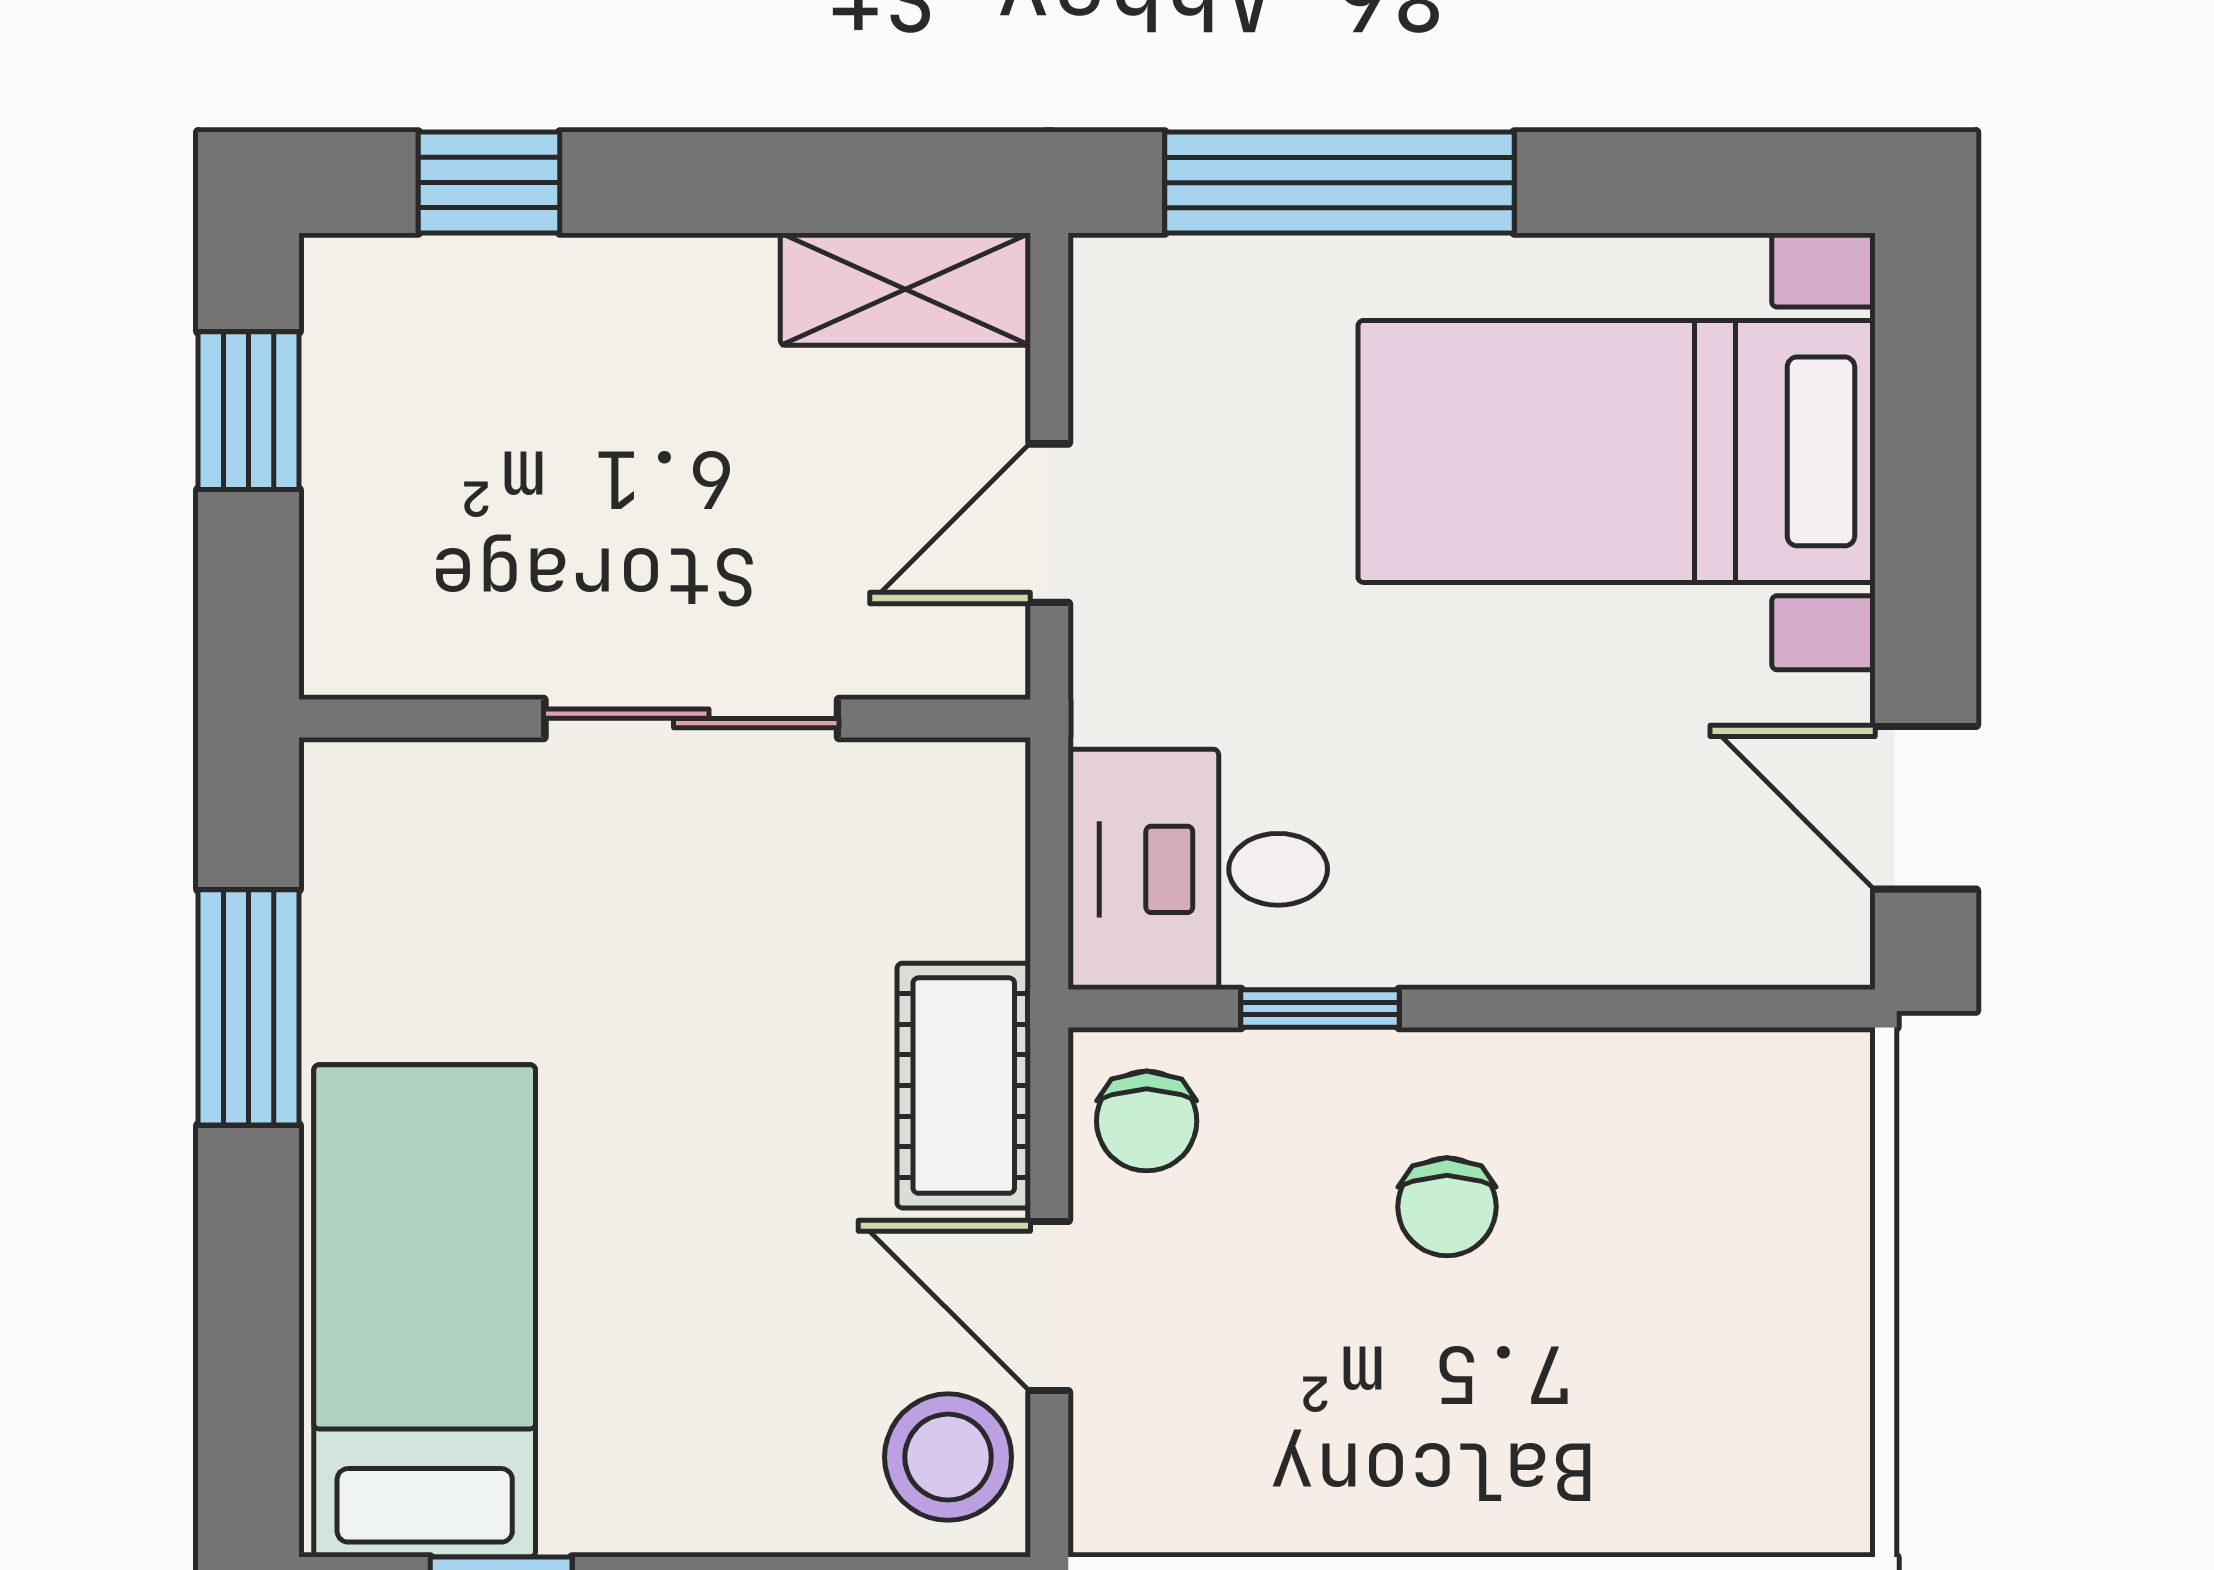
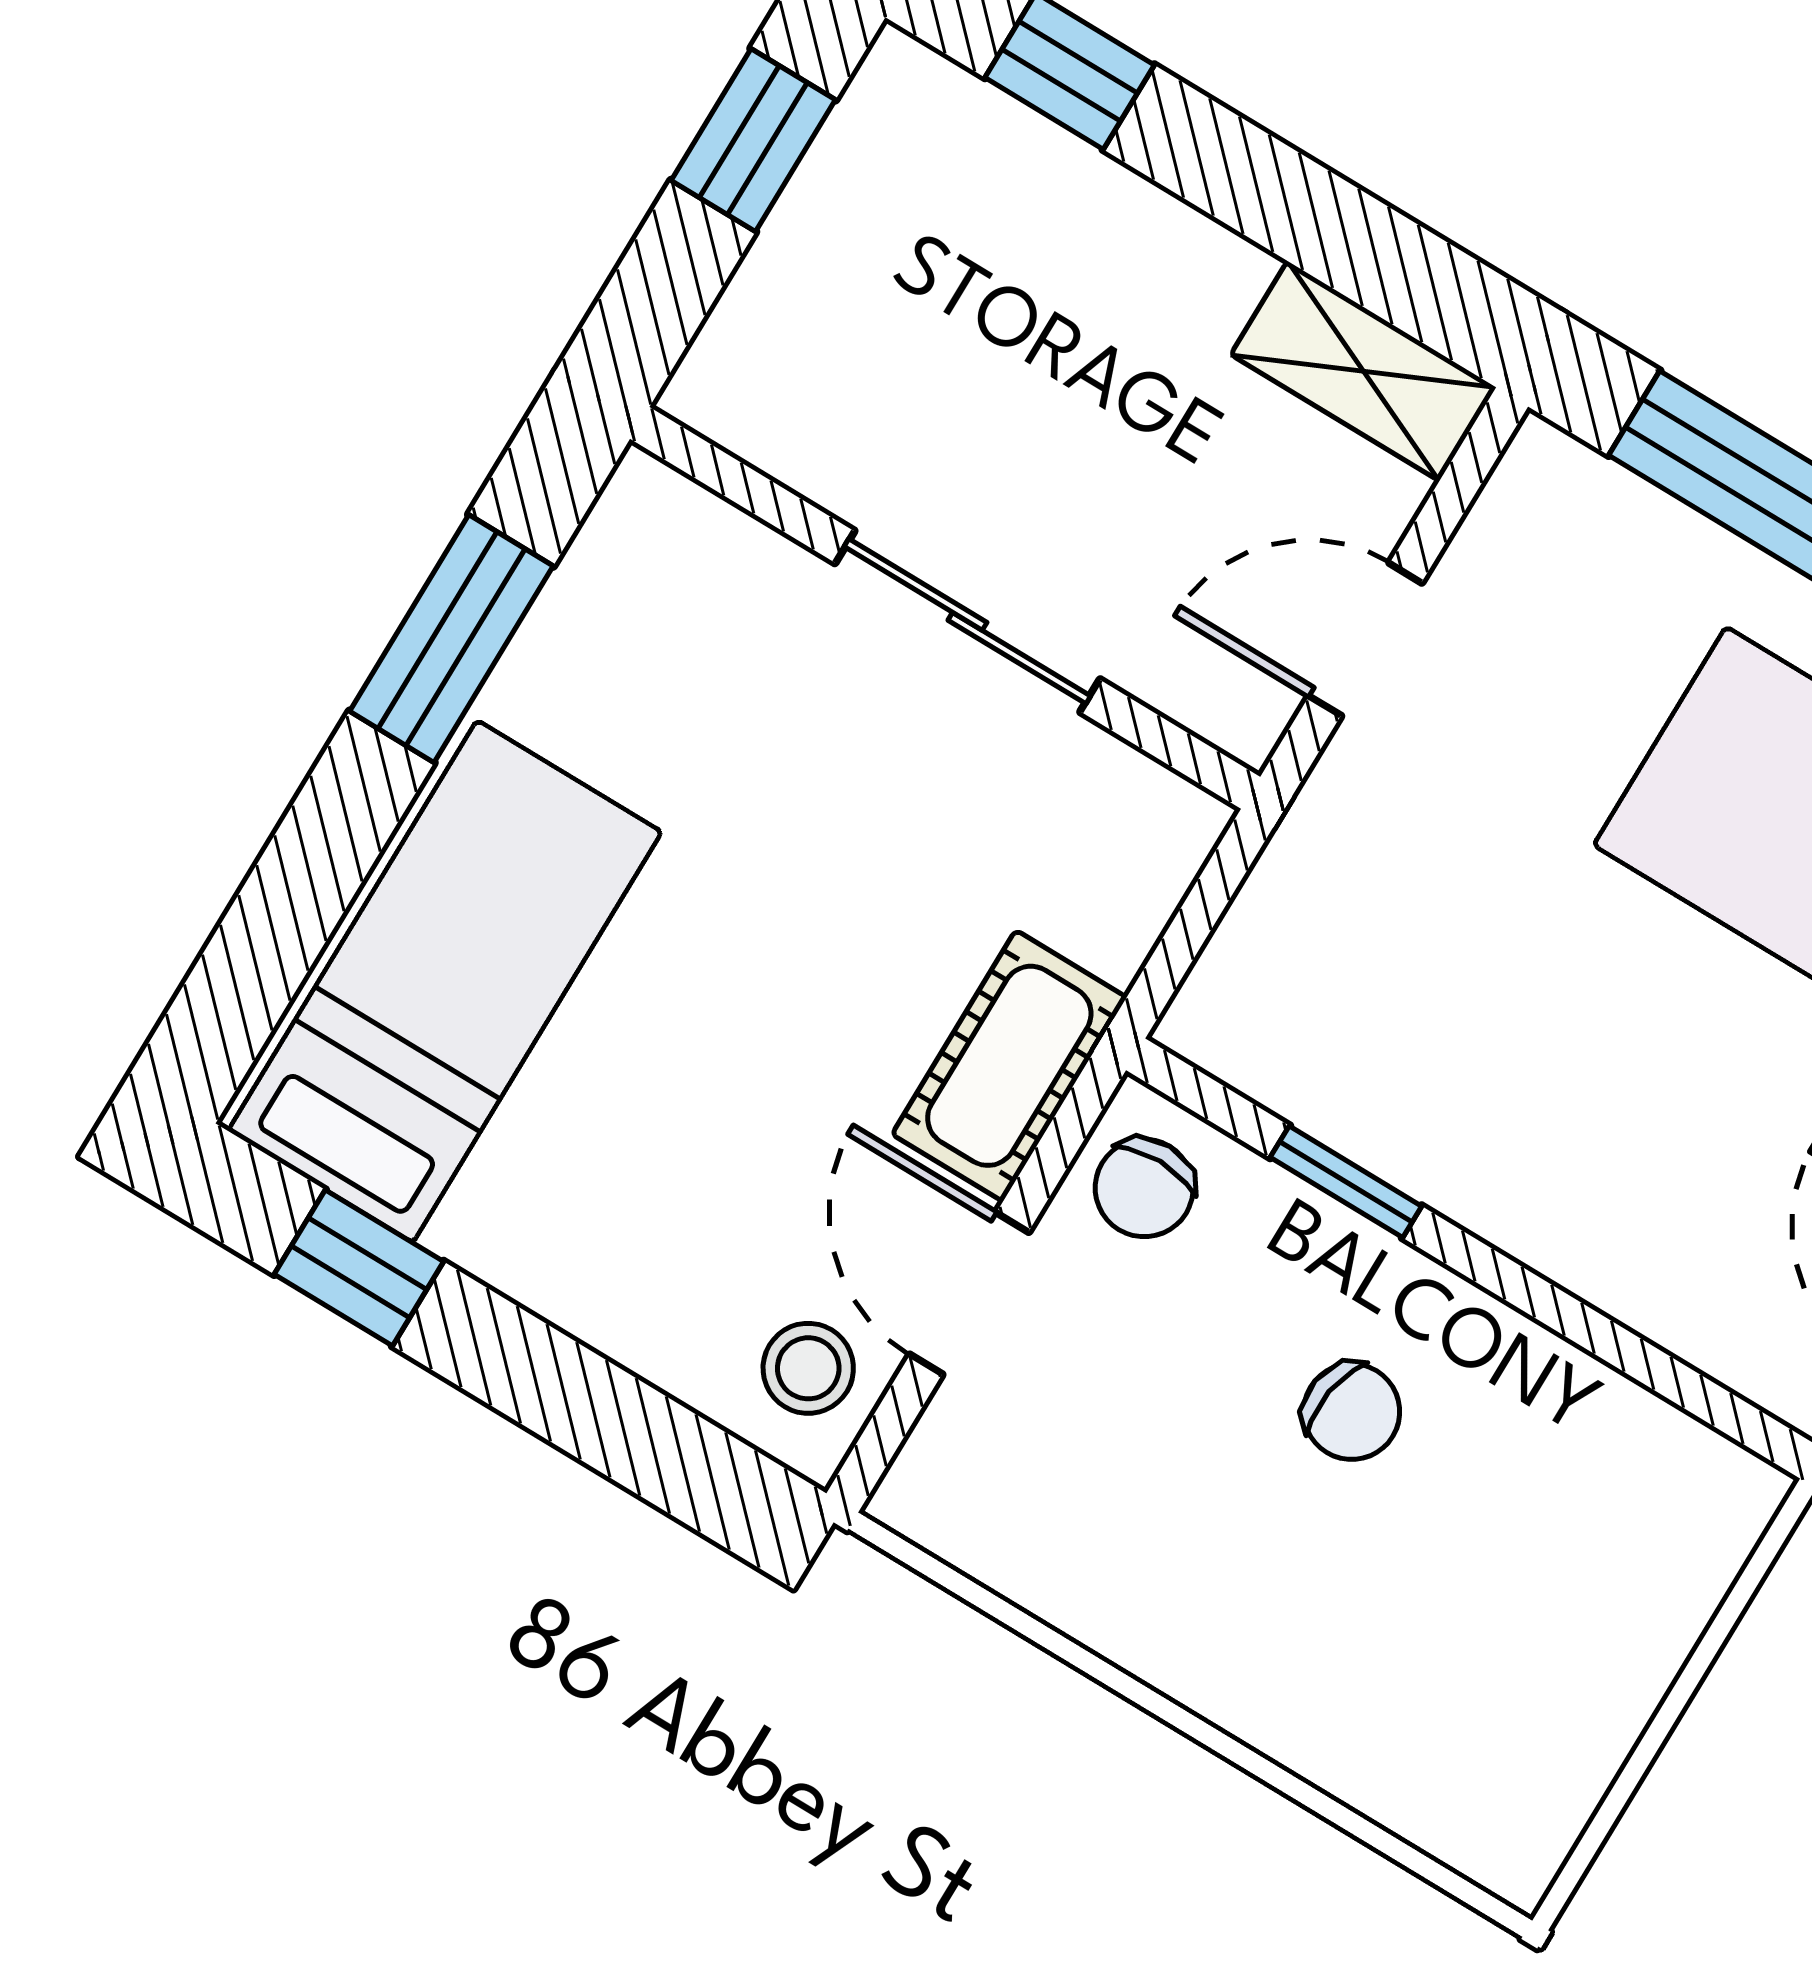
desk: (1198, 869) -> (1314, 1004), removed
chair: (1447, 1207) -> (1352, 1412), turned -81
stool: (948, 1457) -> (808, 1368), width x0.73, depth x0.73

